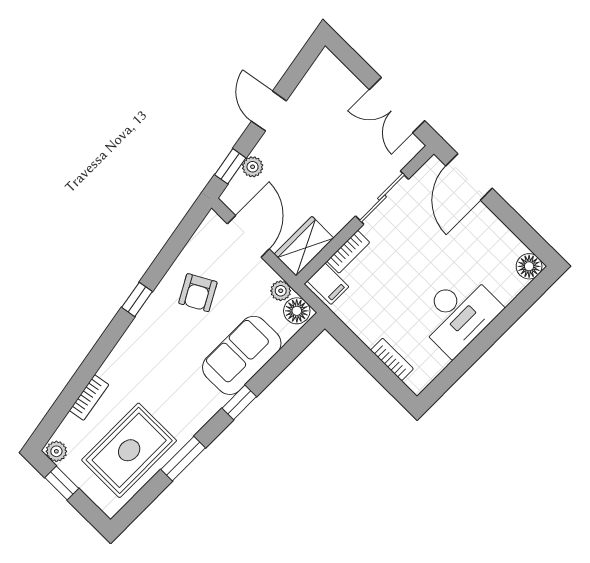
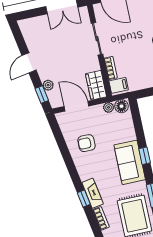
door: (269, 111) -> (29, 63), hinge flipped
armchair: (198, 293) -> (87, 143), turned 119
window: (137, 299) -> (84, 198), moved
sofa: (242, 355) -> (130, 162), moved
fireplace: (121, 357) -> (93, 193), added

